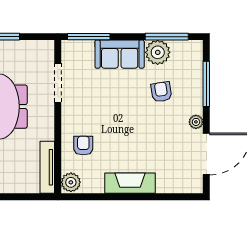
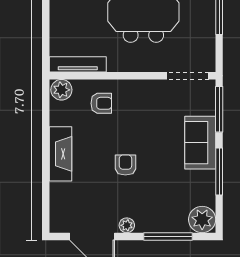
window: (167, 37) -> (219, 171), moved
plant: (158, 52) -> (202, 219), moved
doorway: (58, 83) -> (188, 76), moved
armchair: (161, 92) -> (125, 165), moved, turned -81

